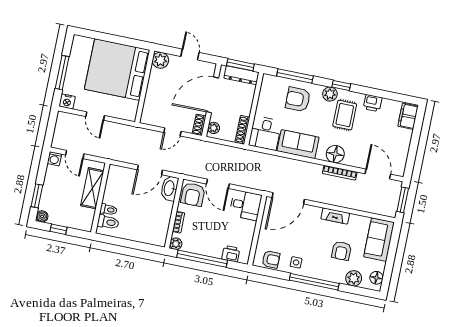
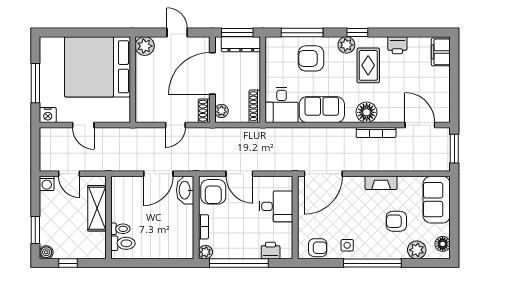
desk: (246, 205) -> (276, 206), moved
armchair: (341, 251) -> (396, 221), turned 90

